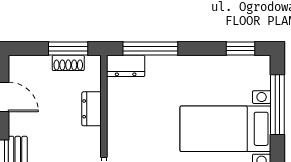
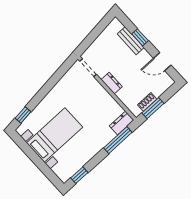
window: (277, 105) -> (42, 166), removed
dresser: (92, 109) -> (112, 83), moved

